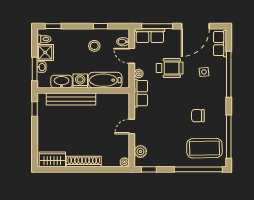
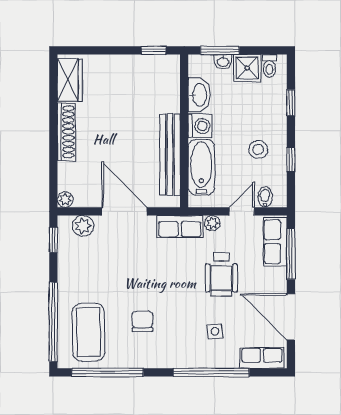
window: (53, 26) -> (291, 103), moved
bench: (71, 99) -> (170, 155), moved
door: (132, 126) -> (124, 211), width x1.88

